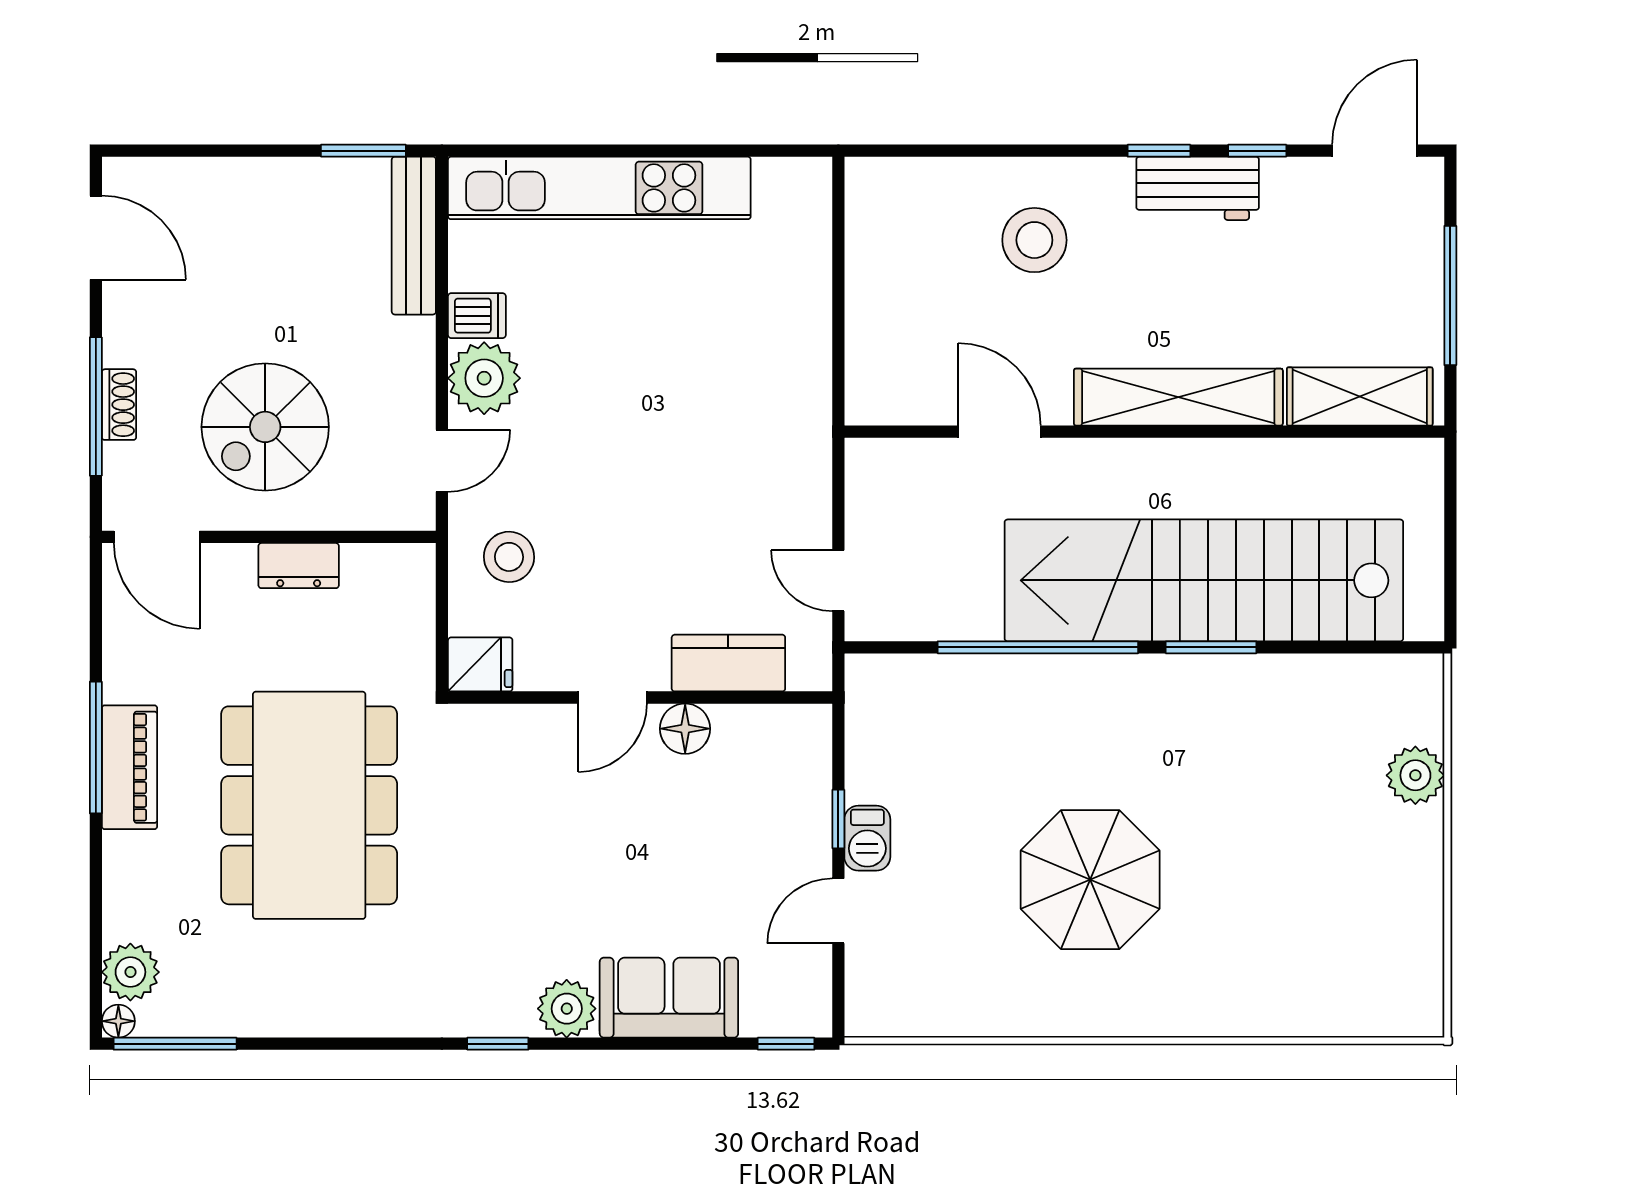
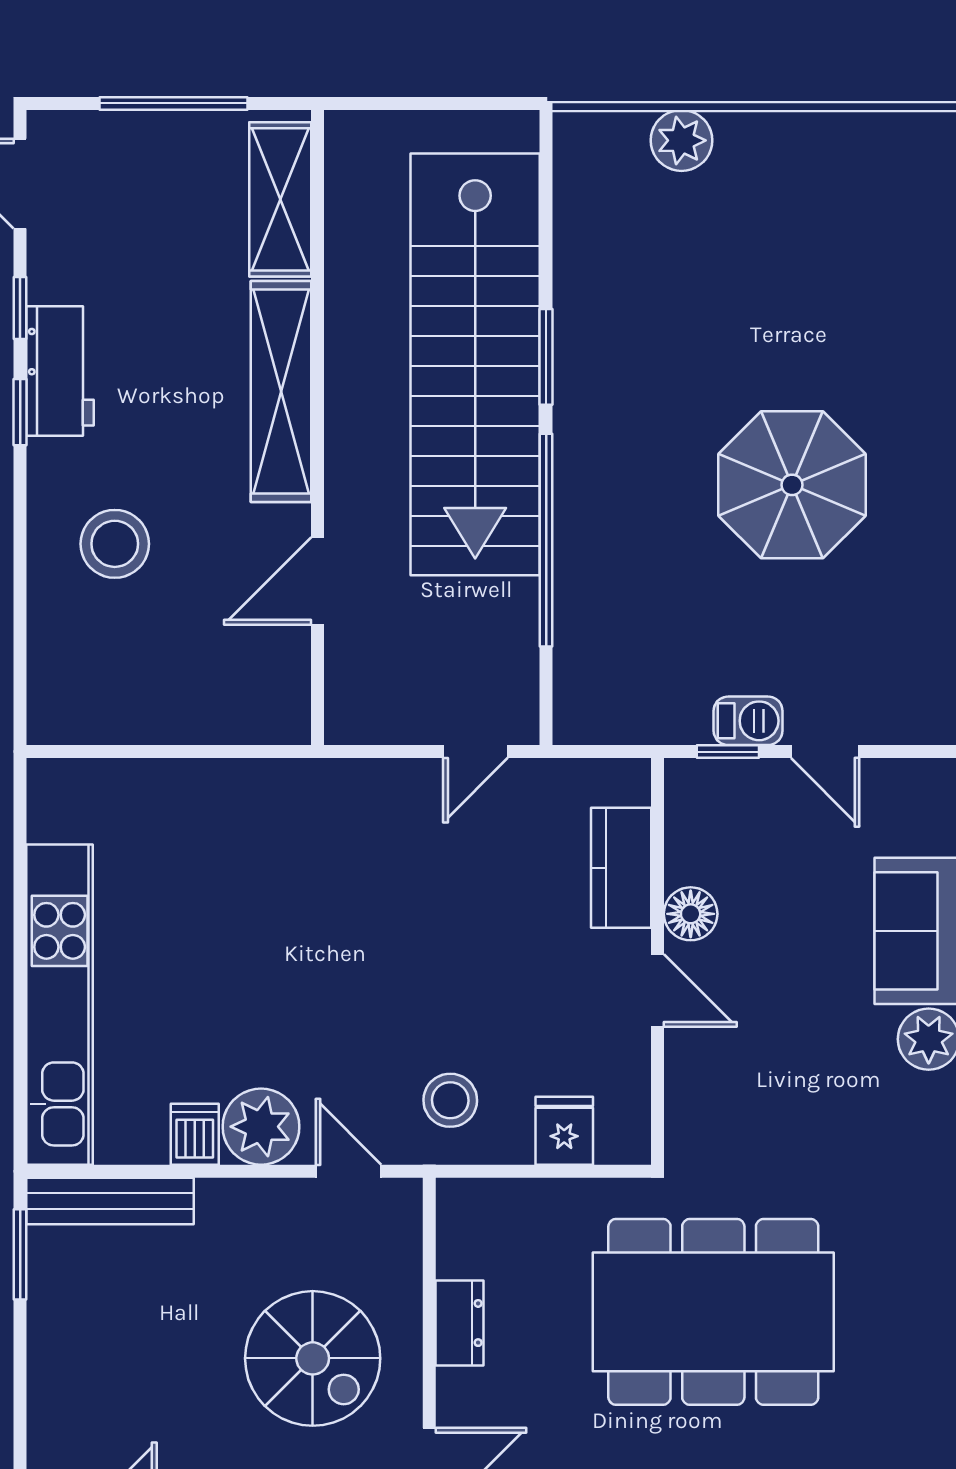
kitchen counter: (728, 663) -> (621, 868), moved
door: (613, 697) -> (658, 990), moved
wall: (640, 697) -> (658, 961), moved
floor lamp: (685, 729) -> (691, 914), moved

